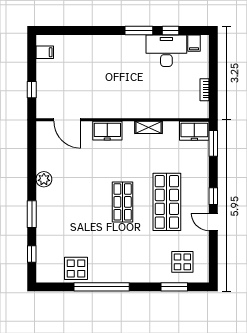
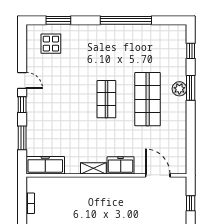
shelving: (149, 127) -> (93, 168), moved
freezer: (194, 131) -> (45, 165), width x1.40
window: (213, 143) -> (22, 138), moved
plant: (44, 179) -> (179, 89), moved
shop shelf: (167, 202) -> (148, 99), moved
display table: (76, 268) -> (150, 37), removed

